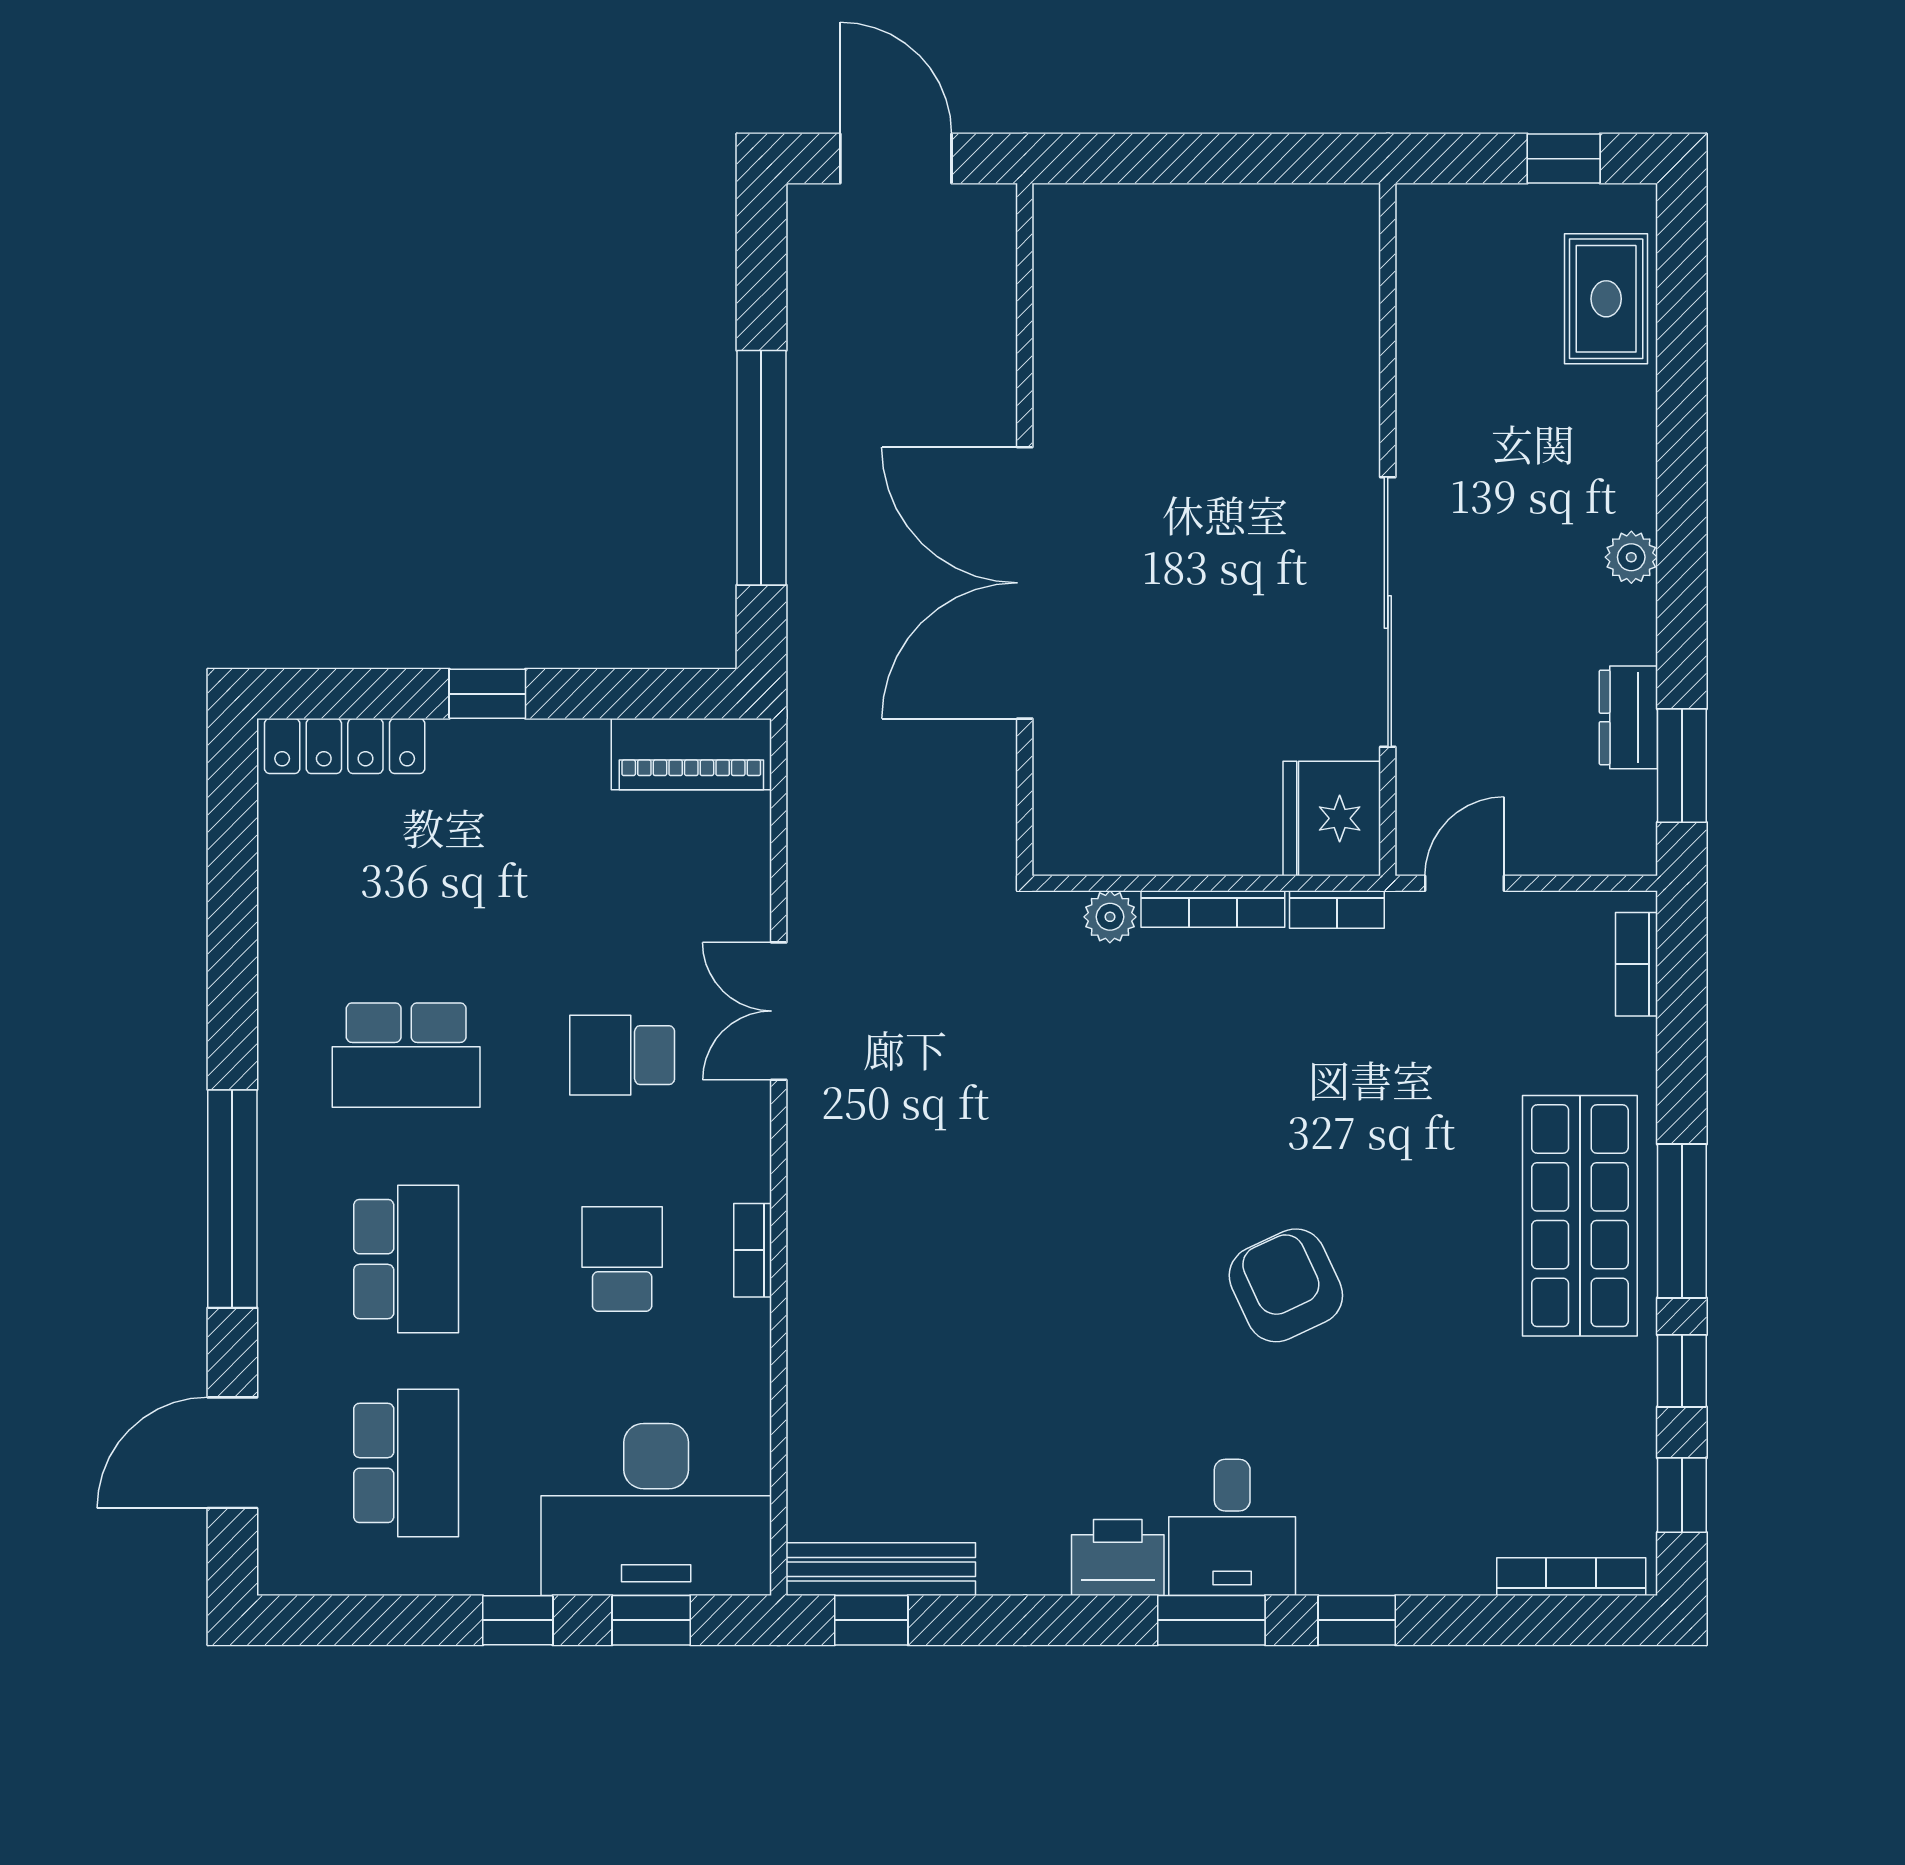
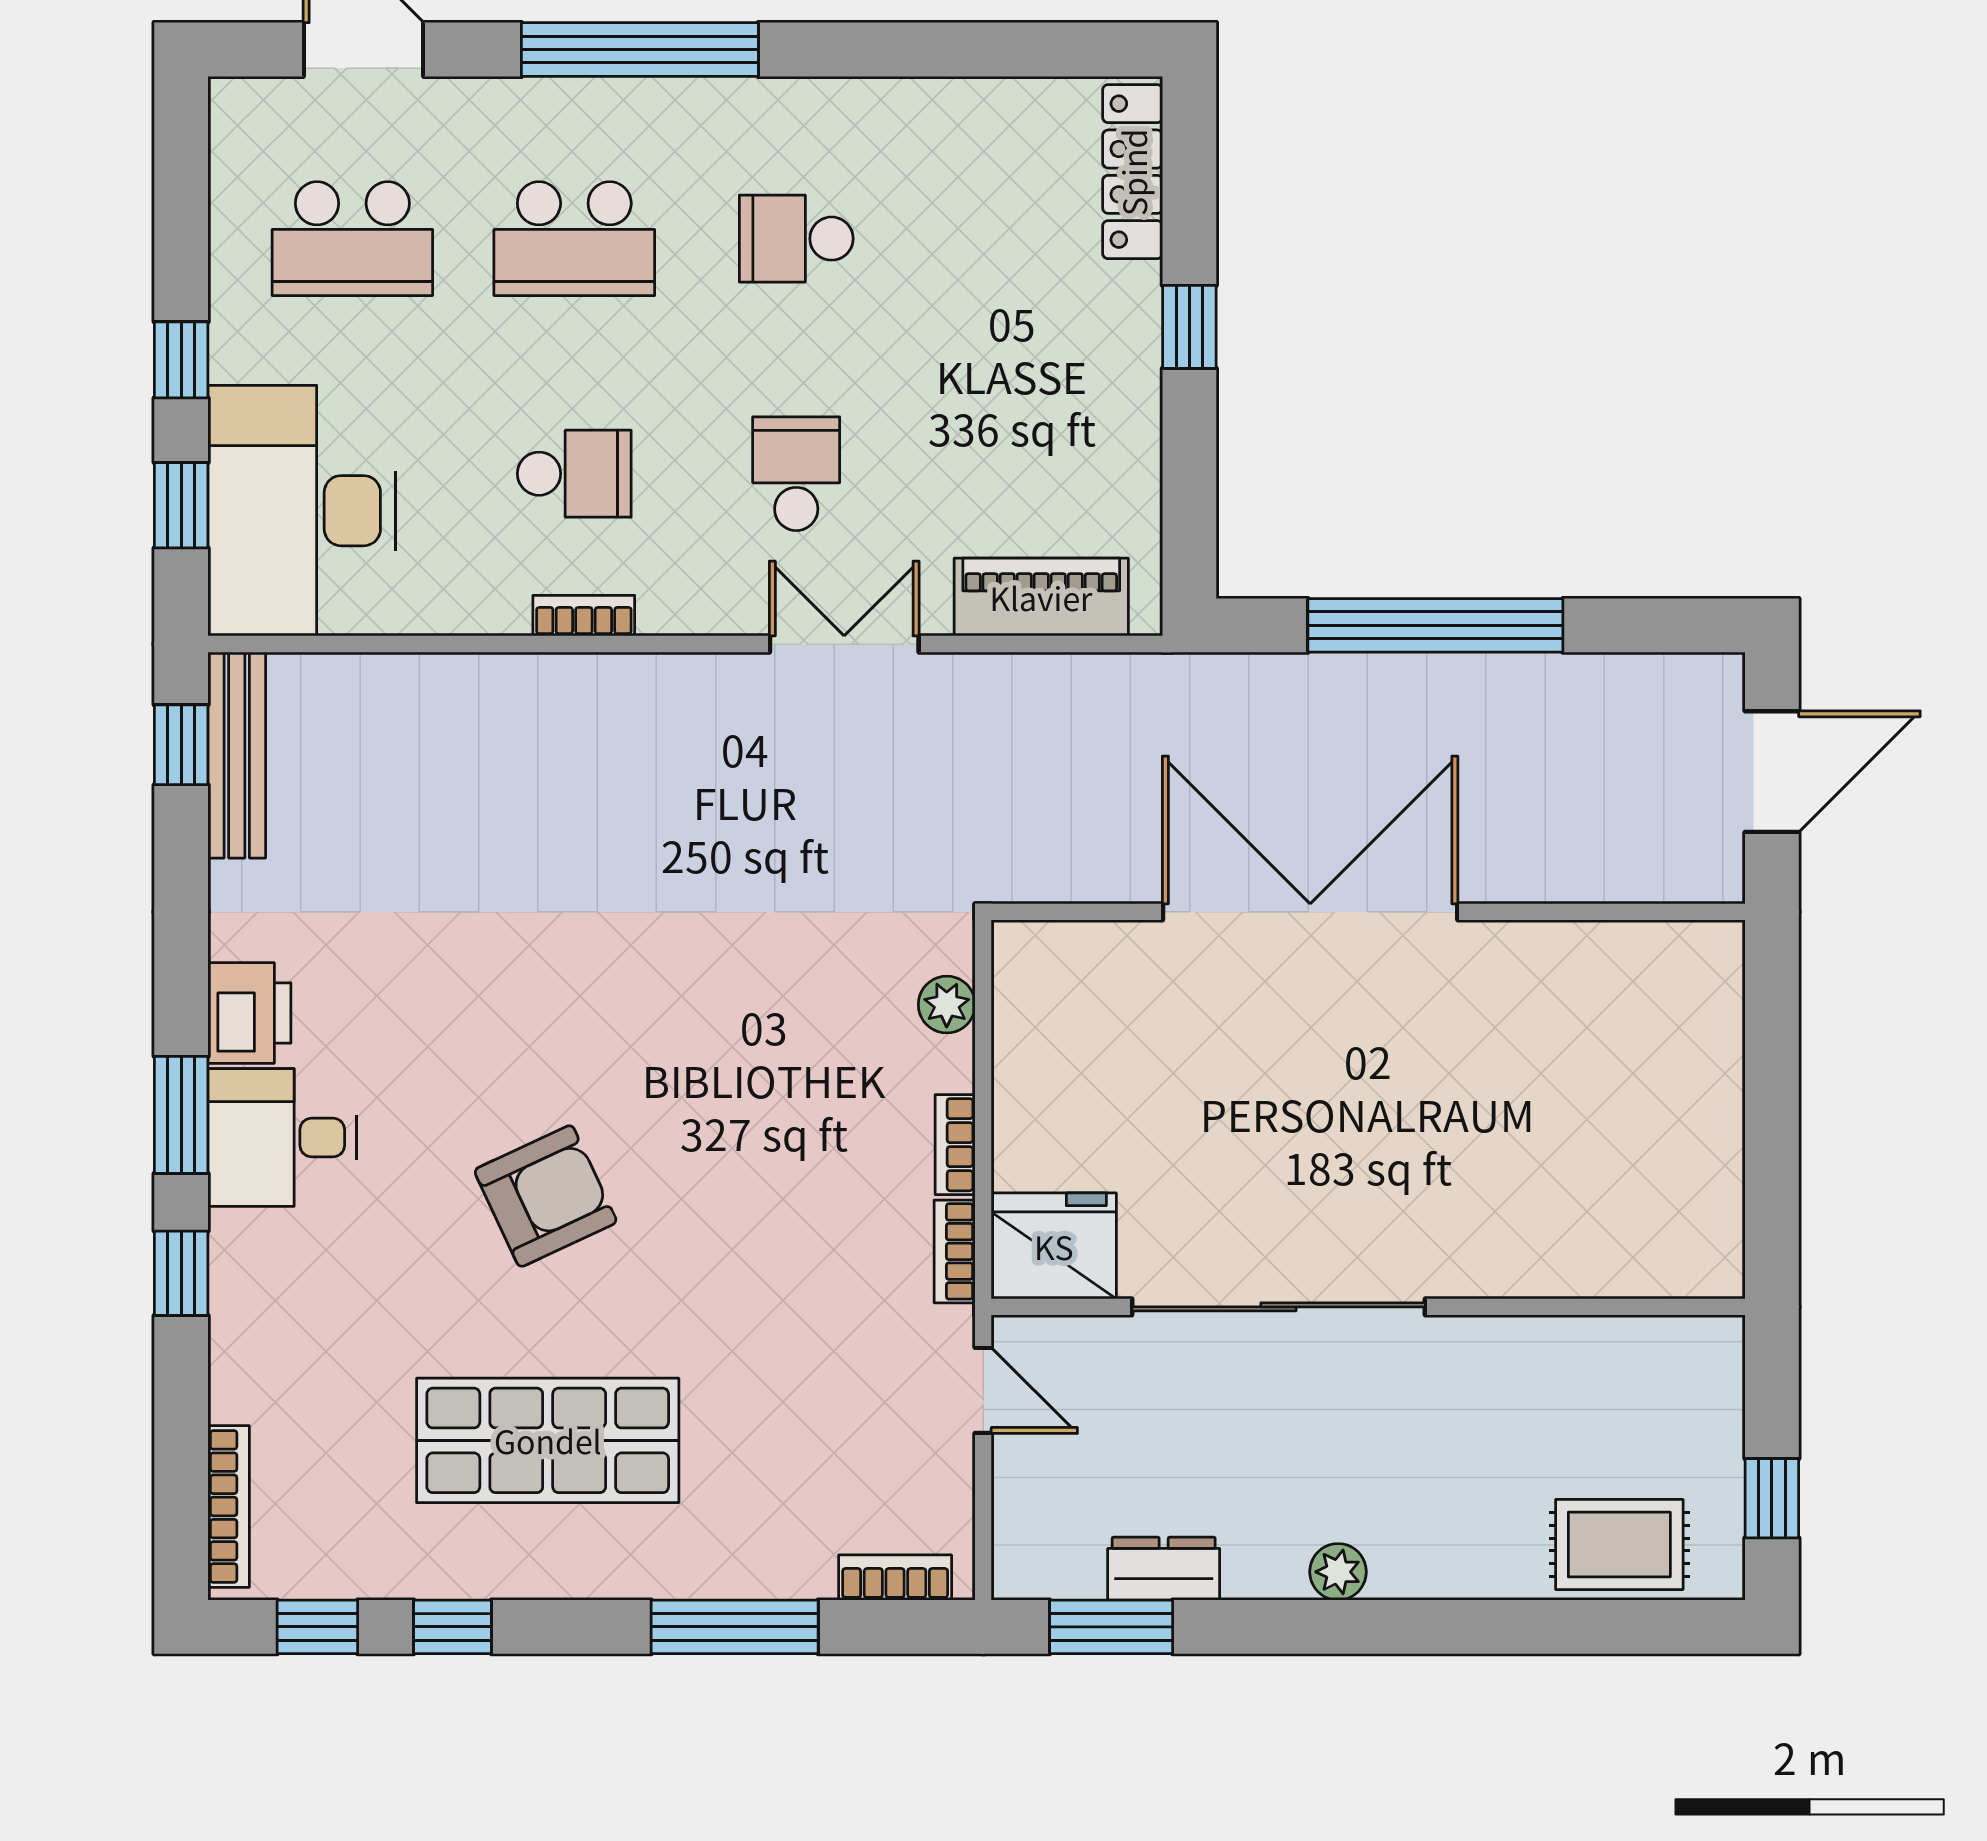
piano: (691, 754) -> (1041, 597), moved, turned 90
bookcase: (1213, 909) -> (955, 1145), width x0.64
school desk: (406, 1055) -> (796, 239), width x0.54
shop shelf: (1580, 1216) -> (548, 1440), moved
window: (1682, 1221) -> (735, 1627), moved

